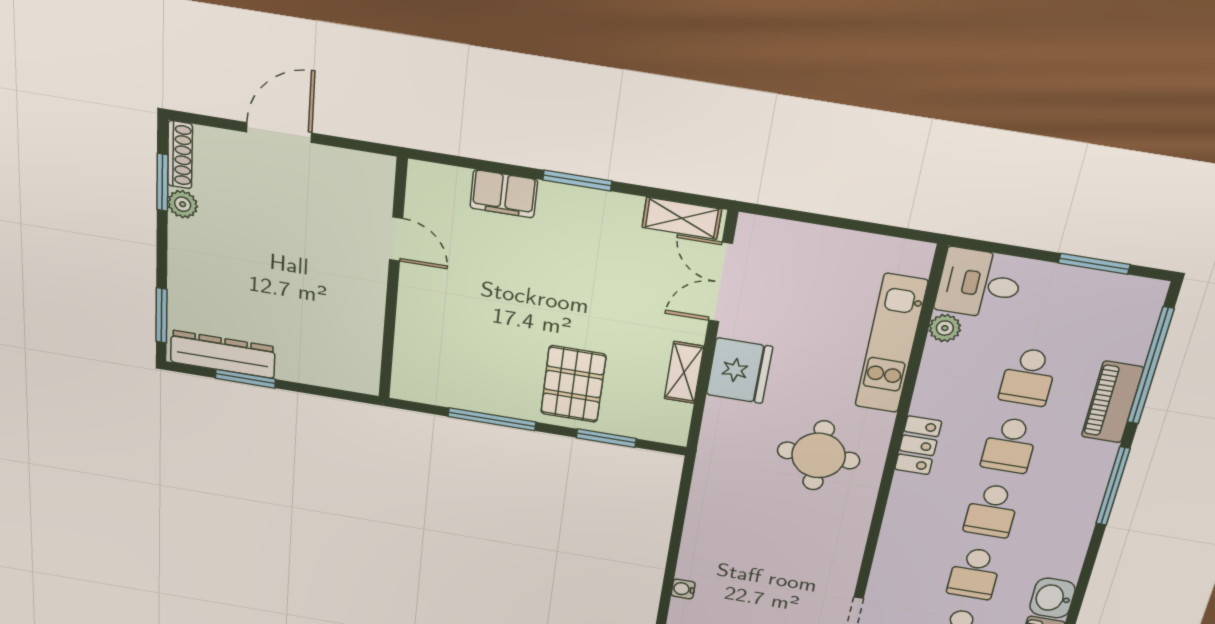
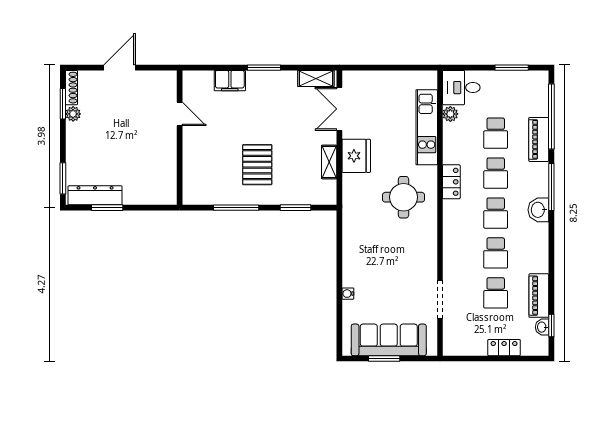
pallet: (573, 384) -> (257, 165), moved
washbasin: (1052, 598) -> (538, 210), moved

